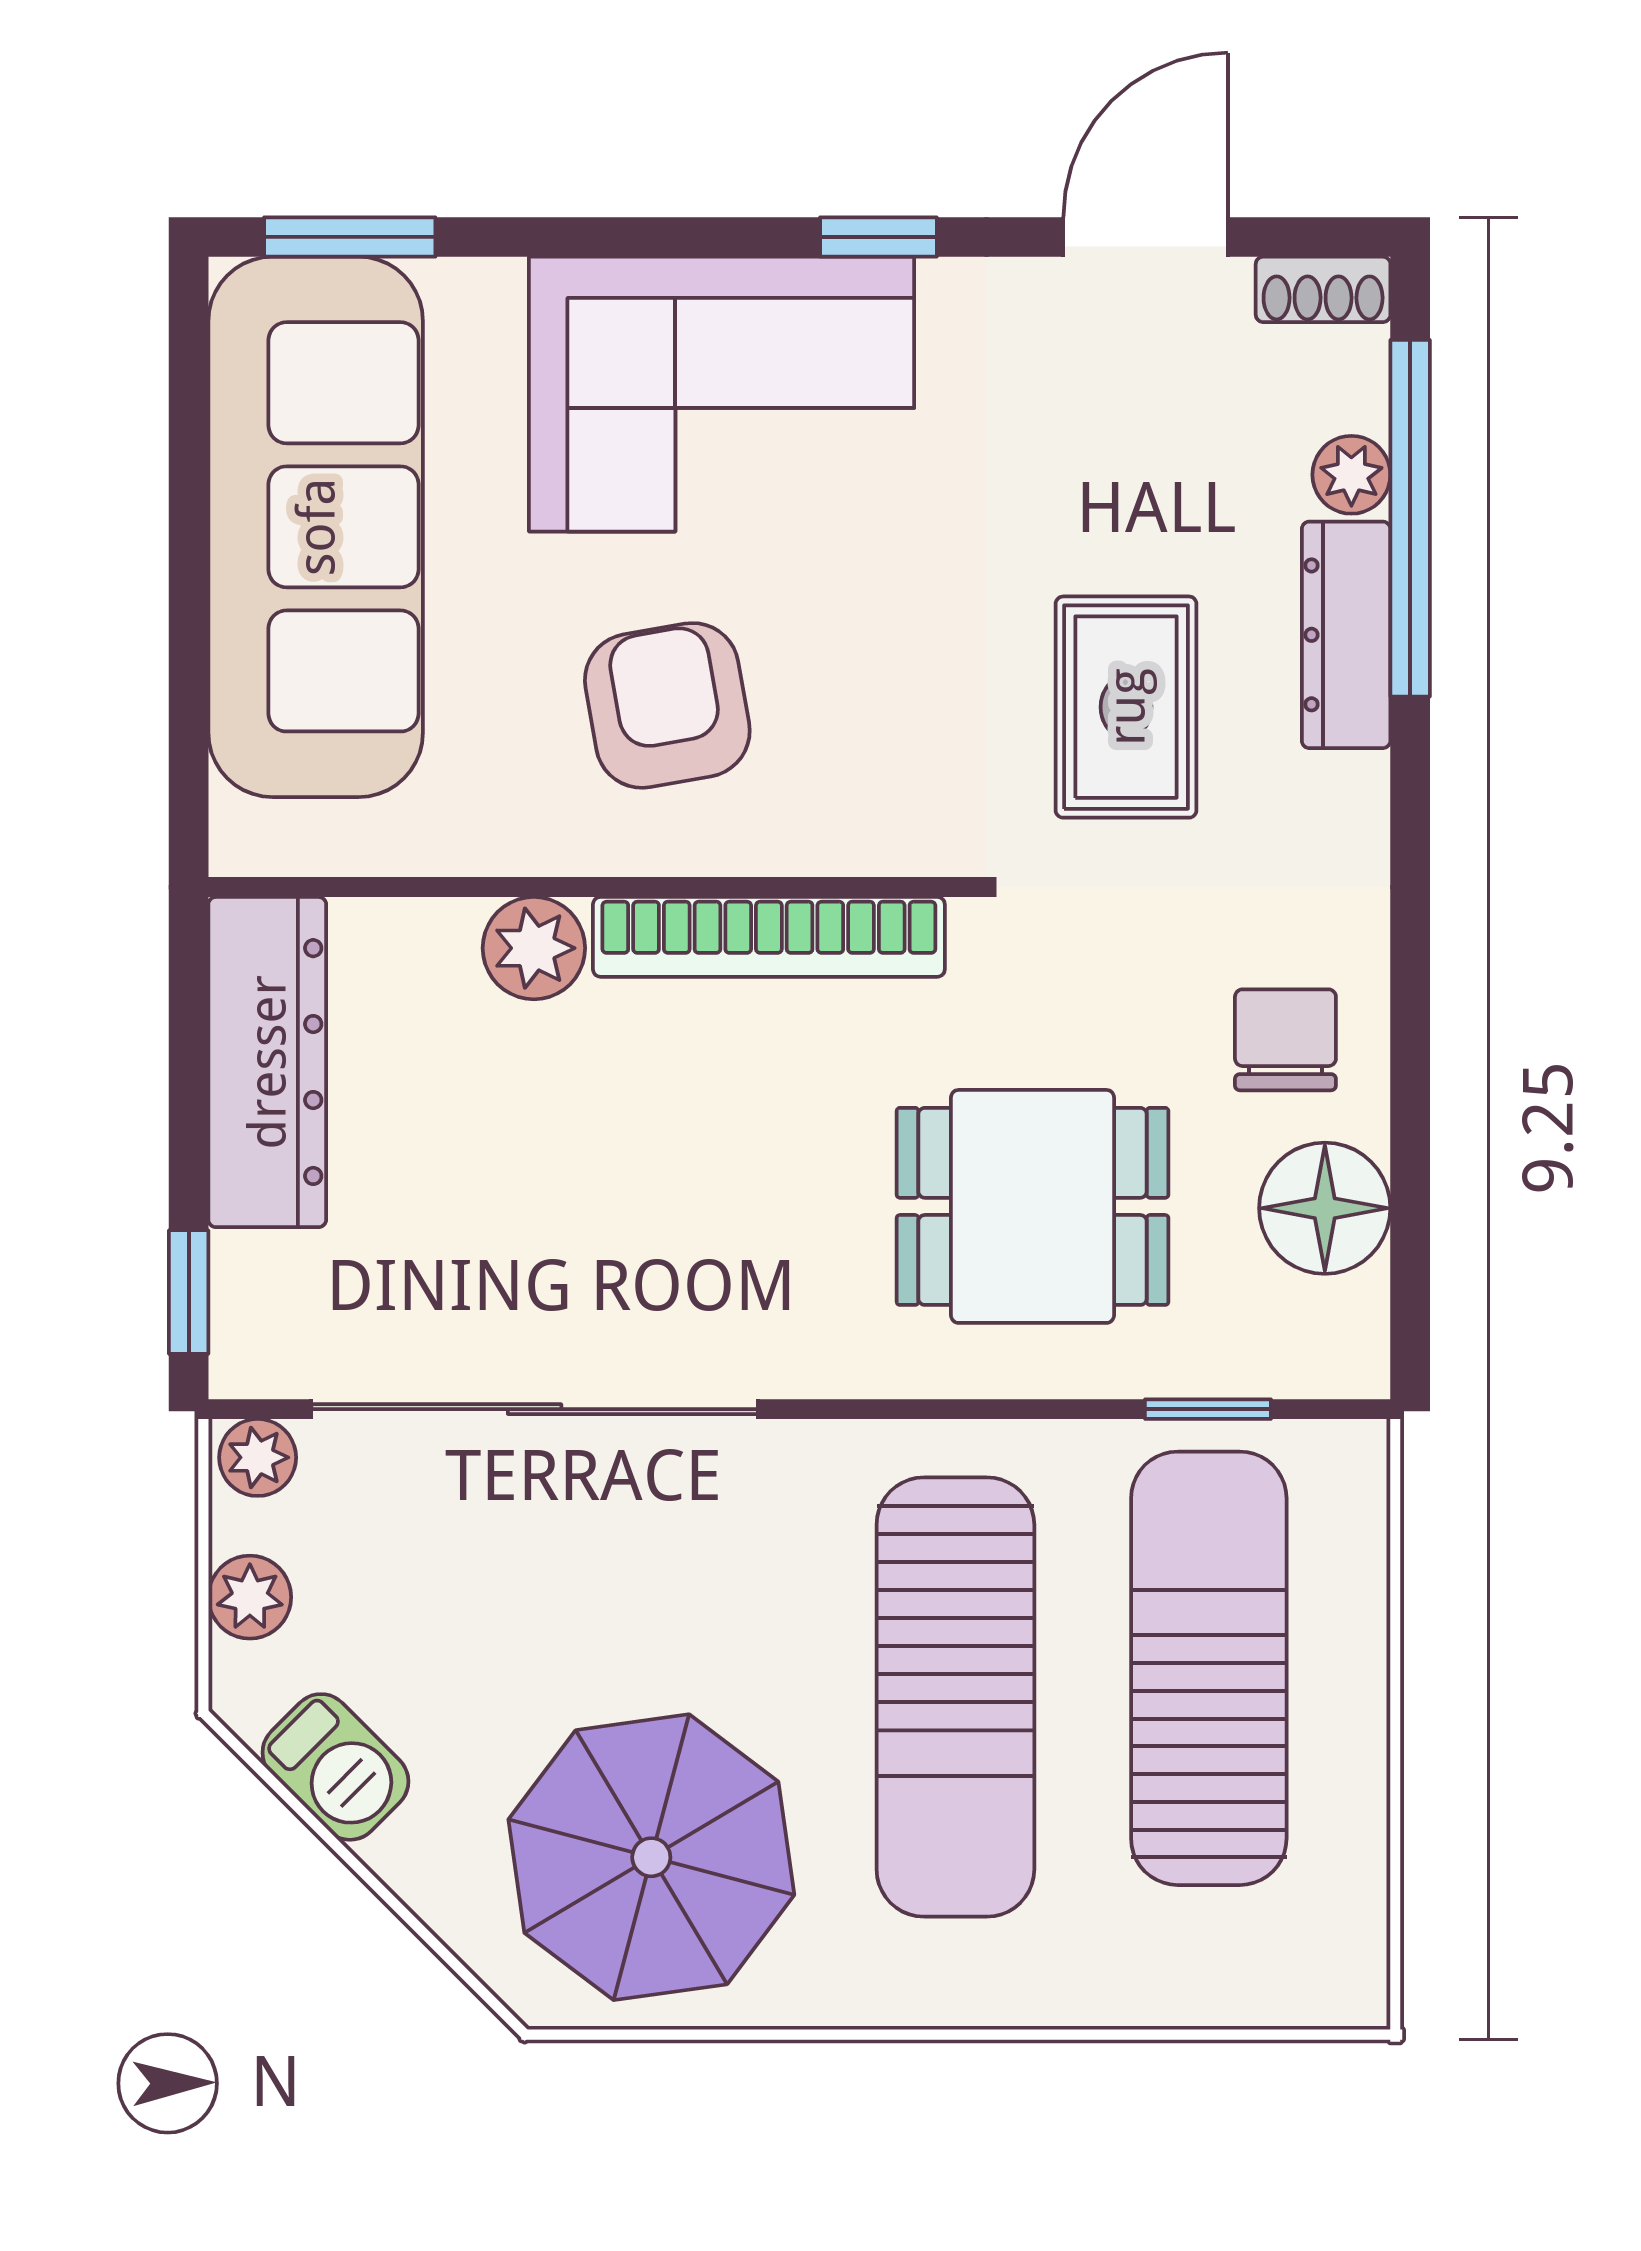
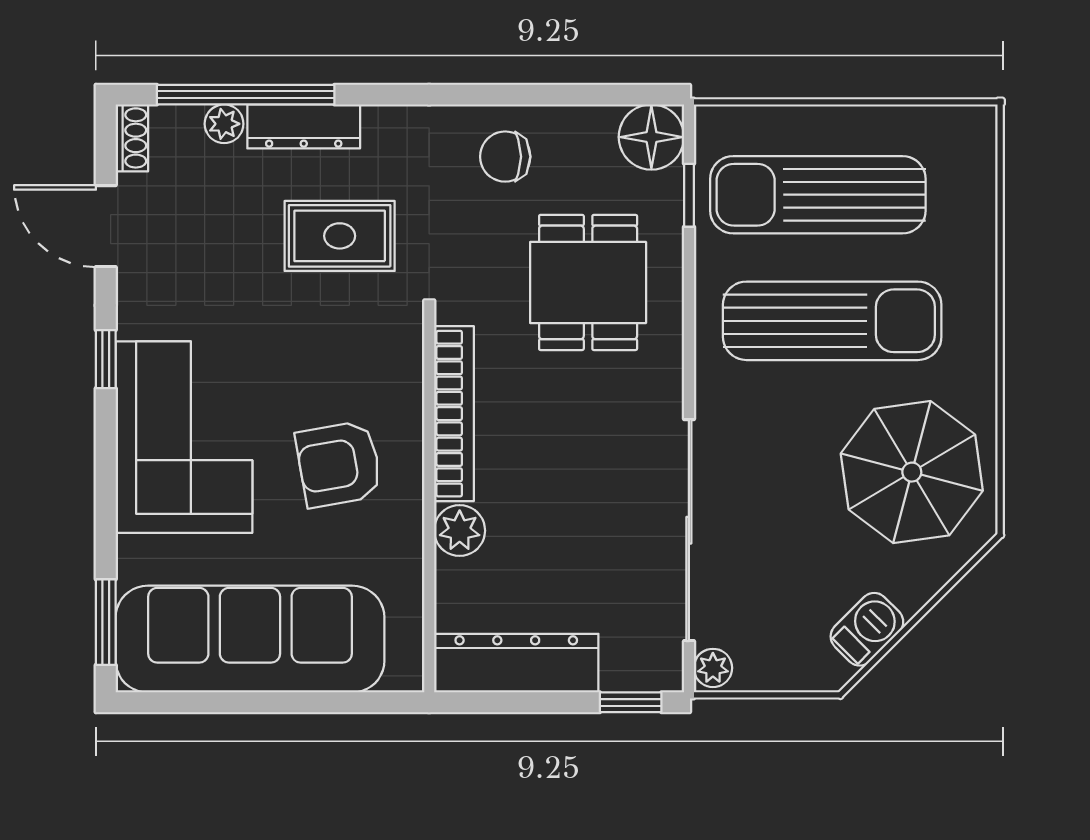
floor lamp: (1325, 1208) -> (651, 137), moved
plant: (250, 1597) -> (782, 672), removed

